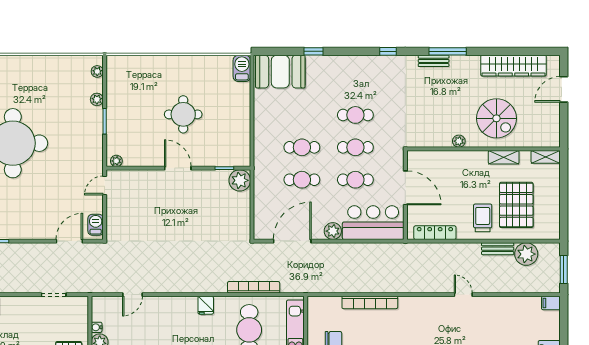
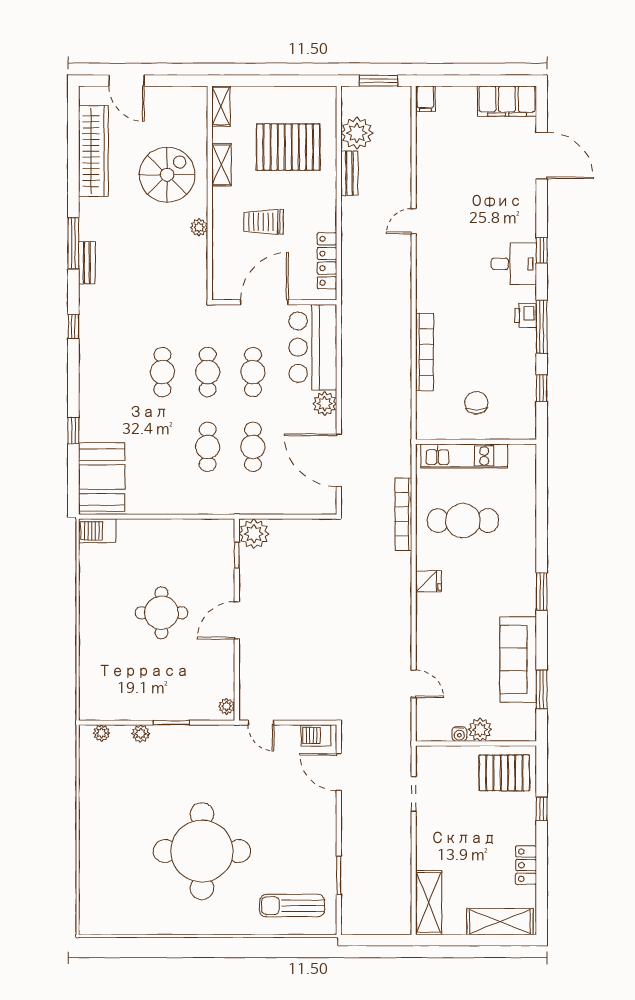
trolley: (483, 218) -> (264, 222), moved

